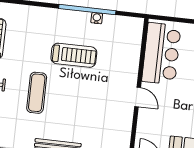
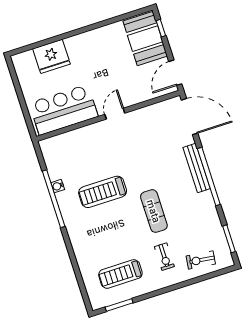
treadmill: (74, 55) -> (103, 192), turned -90
exercise mat: (37, 93) -> (154, 211), turned 90

